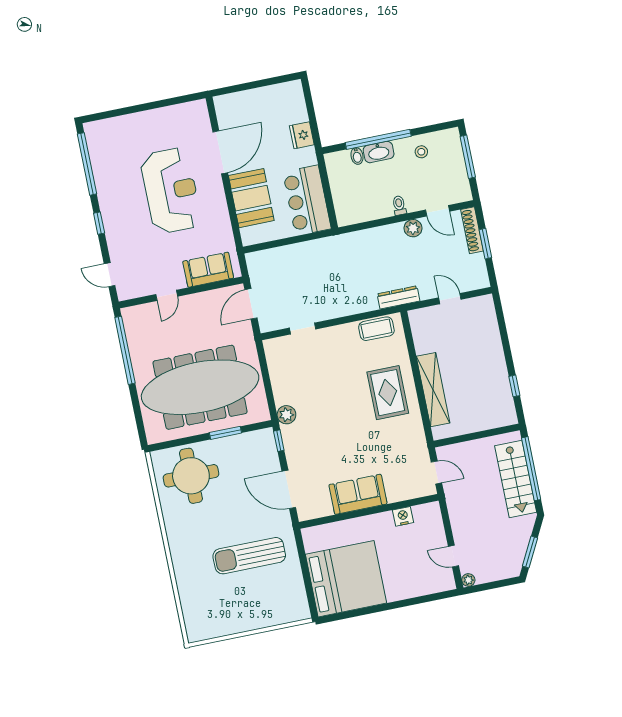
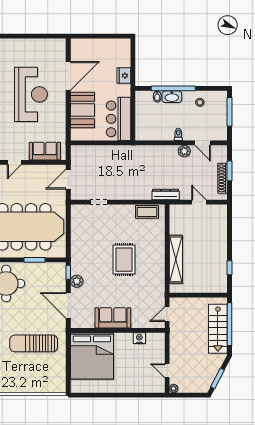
shoe rack: (472, 230) -> (223, 178), moved
rug: (388, 393) -> (124, 260), moved
plant: (286, 415) -> (77, 281), moved
door: (436, 472) -> (167, 314), swing flipped
bed: (346, 579) -> (92, 356), moved, turned 90

